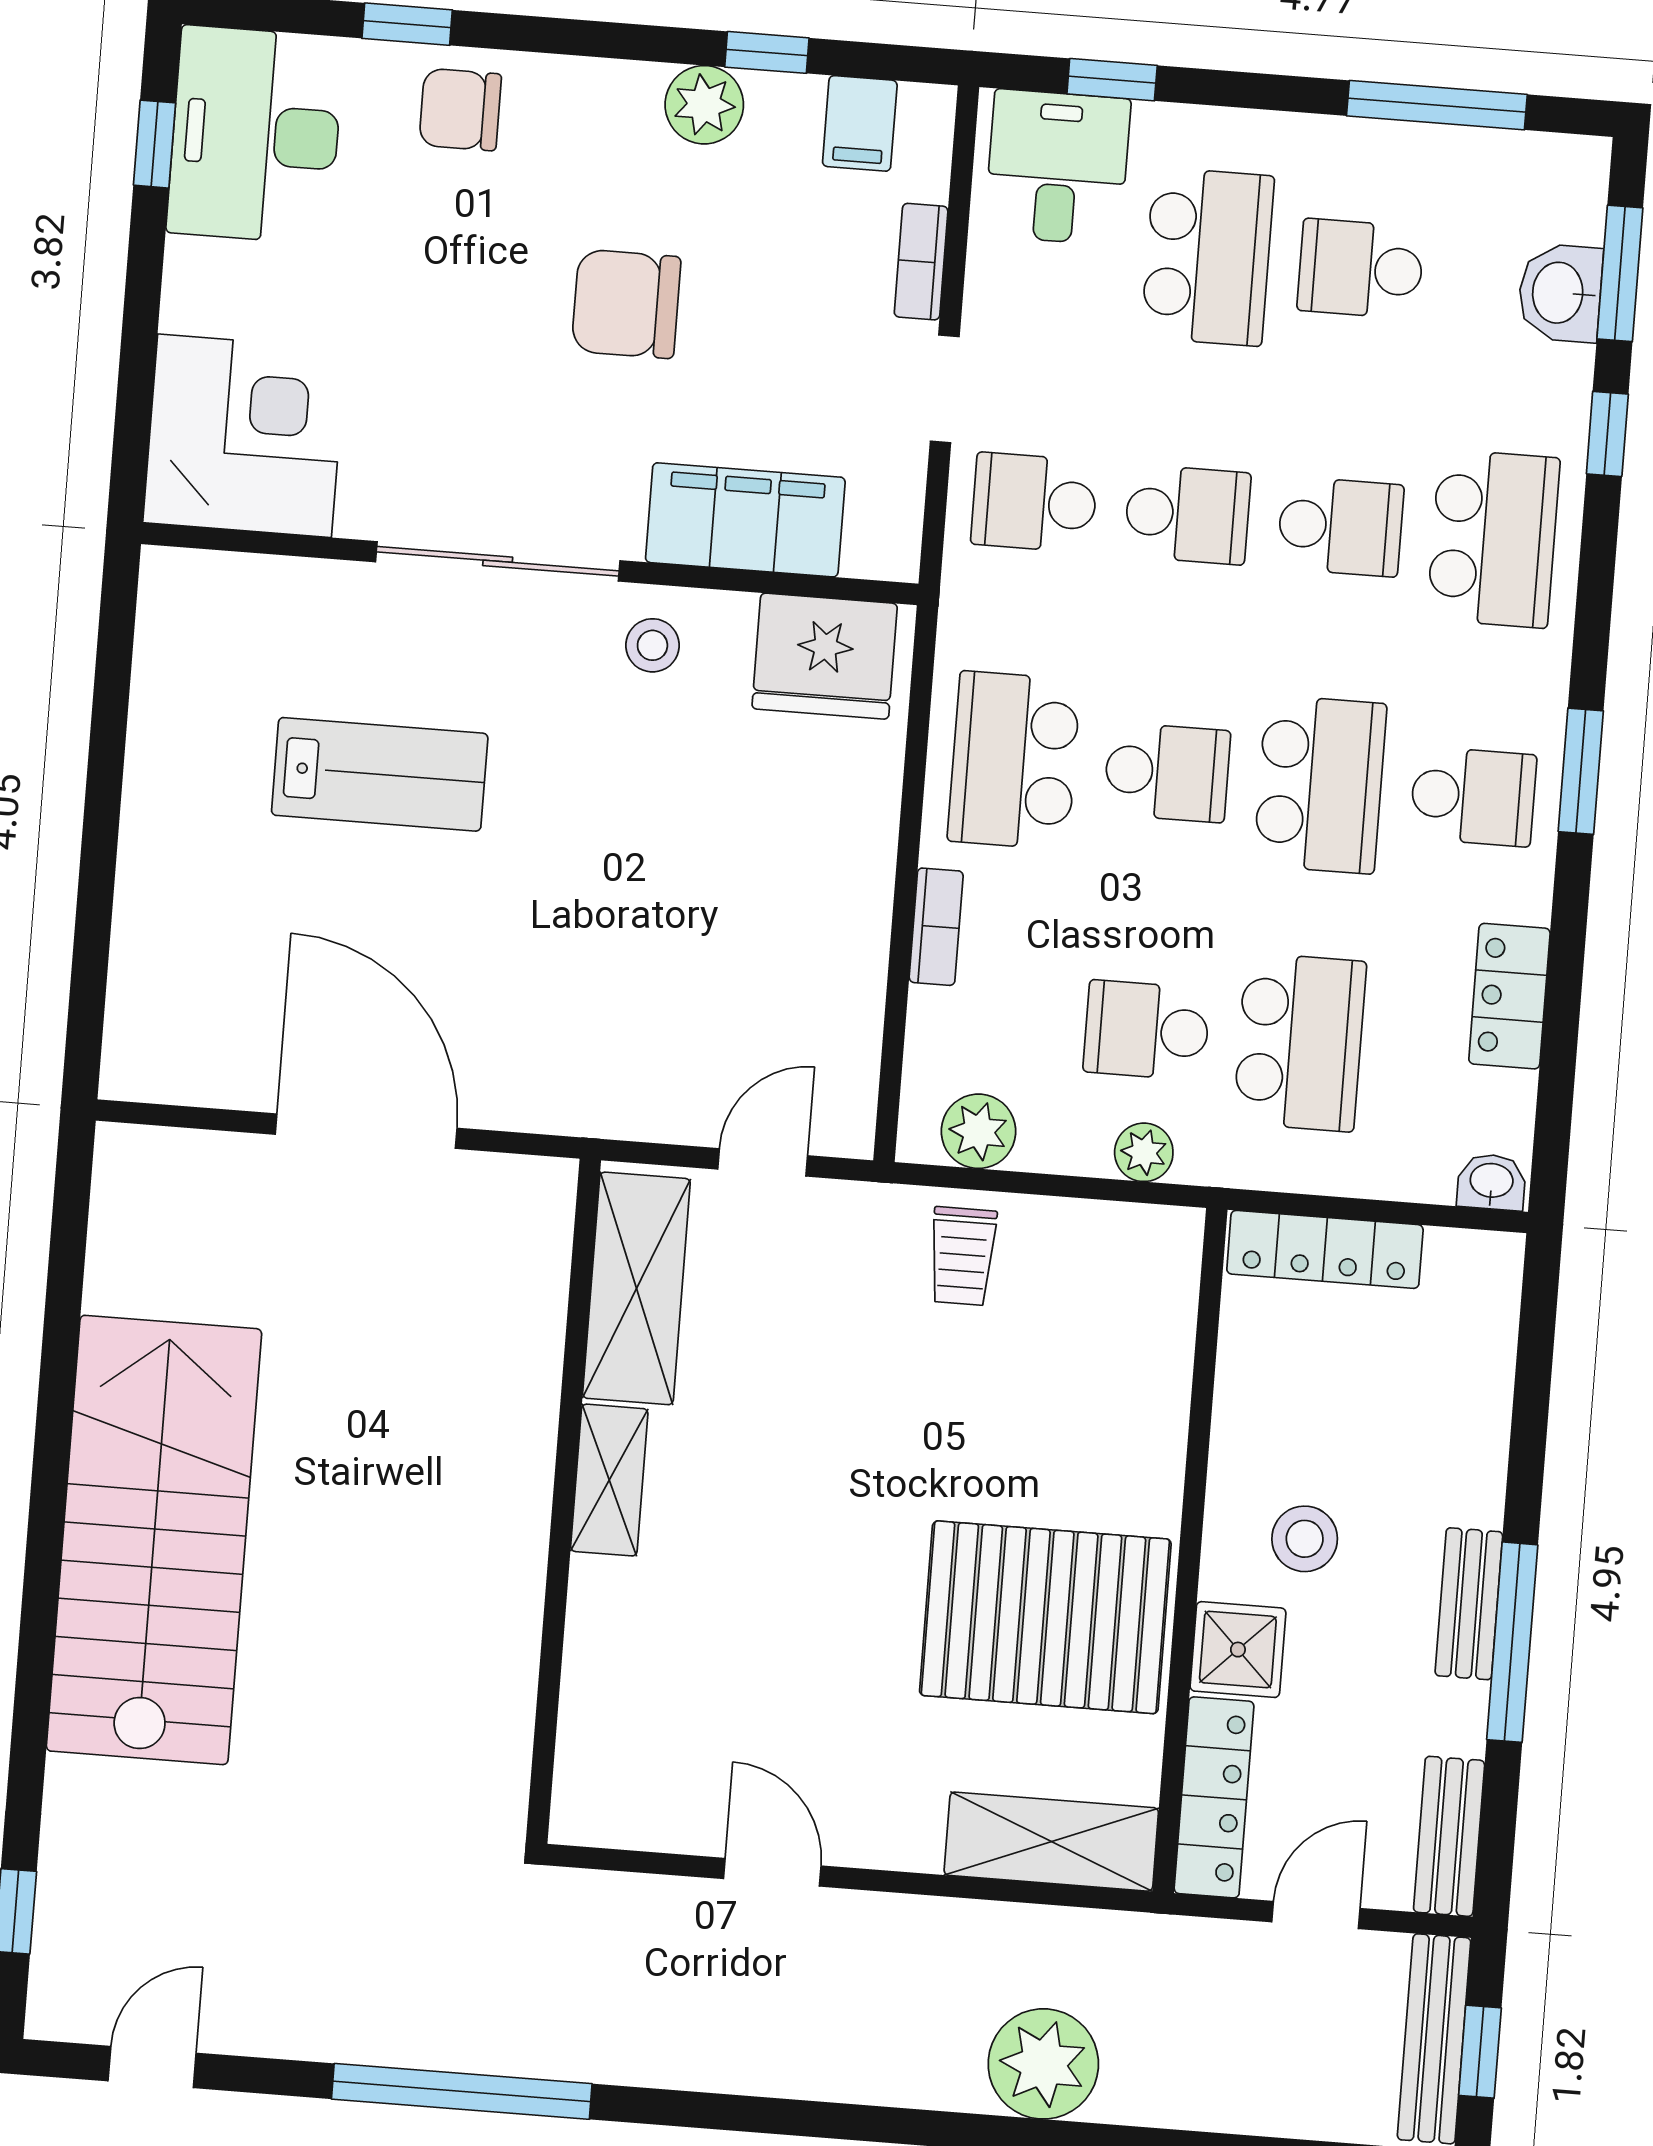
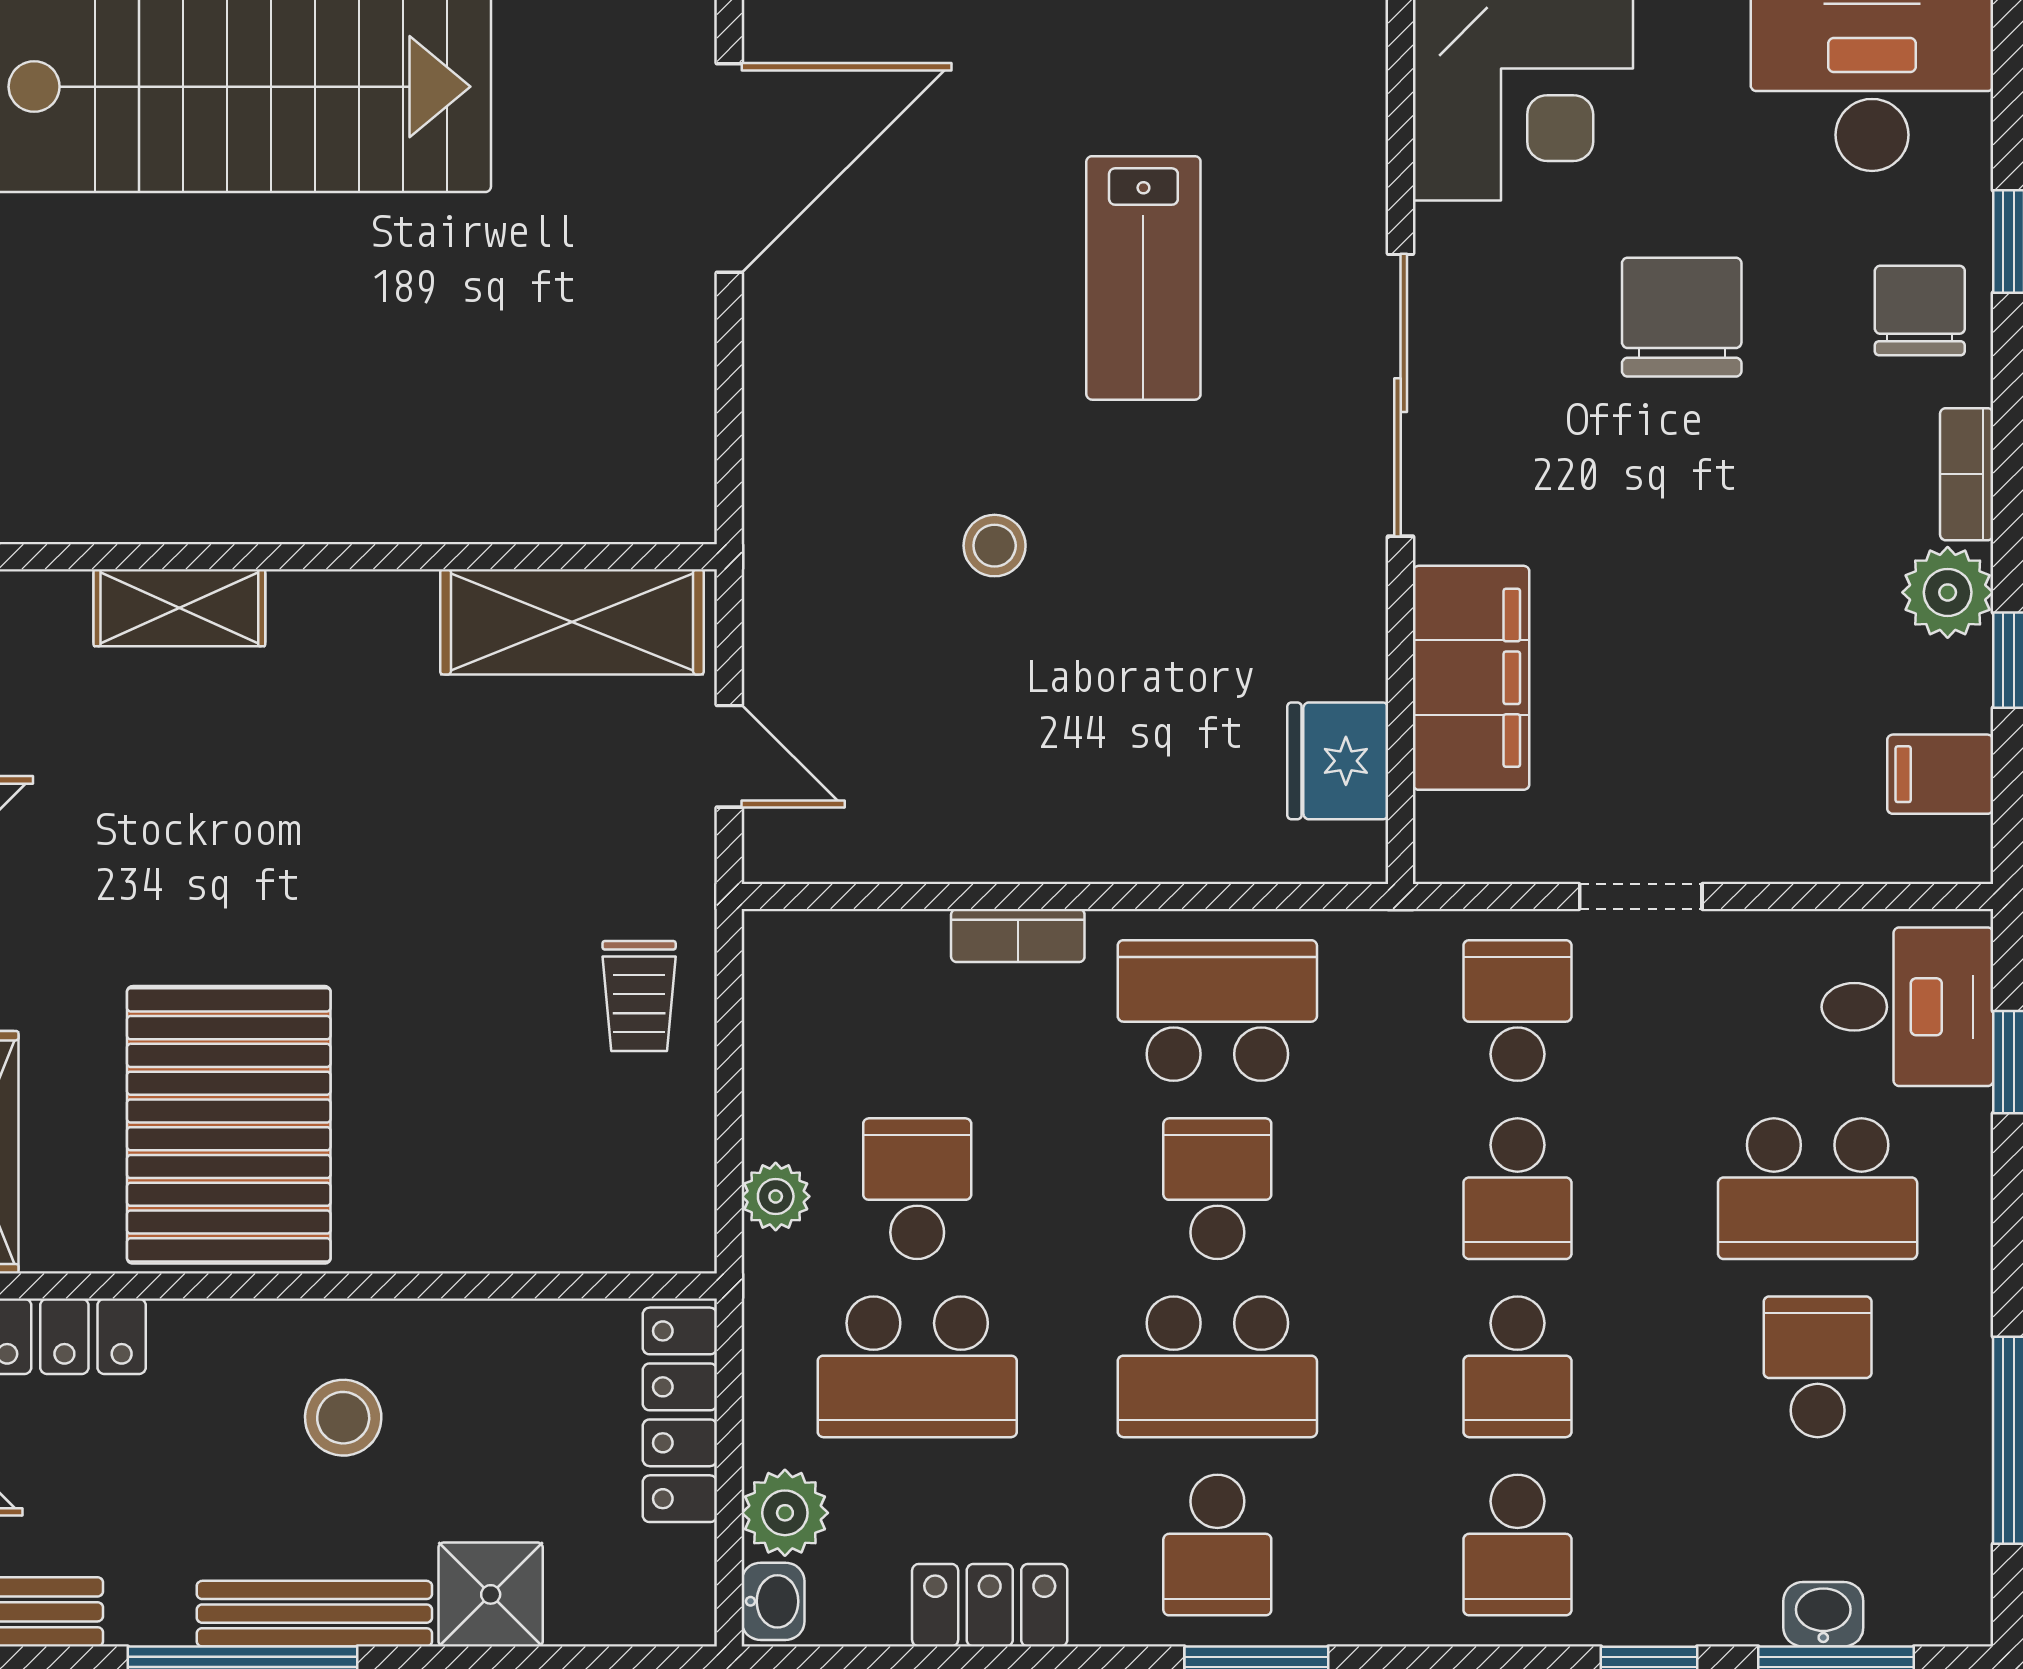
bookcase: (921, 262) -> (1967, 474), moved, turned -90
washbasin: (1560, 293) -> (1823, 1614), width x0.72, depth x0.69
chair: (626, 304) -> (1682, 317), moved
school desk: (1493, 539) -> (1517, 1545), width x0.54
stool: (652, 645) -> (995, 546), moved
fridge: (825, 656) -> (1338, 761), width x0.73, depth x0.75
school desk: (1167, 772) -> (1217, 1189), turned 180
door: (366, 1131) -> (729, 168), moved
plant: (978, 1131) -> (785, 1513), moved
trolley: (962, 1256) -> (639, 996), turned -90
shelving: (609, 1480) -> (179, 608), moved
bench: (1469, 1604) -> (314, 1614), width x1.36
shower: (1238, 1650) -> (491, 1594), moved

